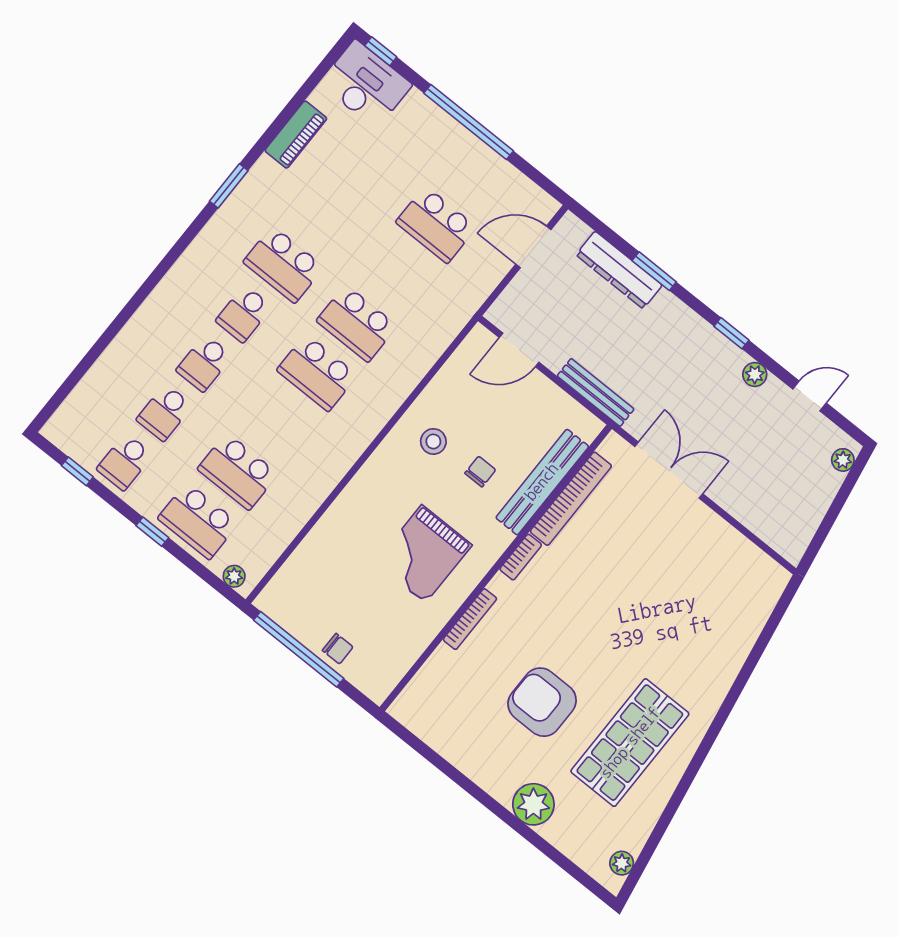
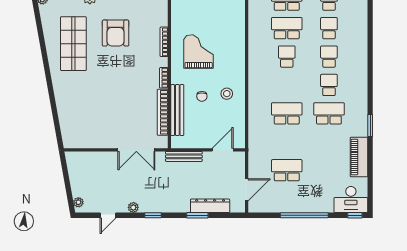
piano: (296, 135) -> (359, 157), width x1.37, depth x1.33
school desk: (317, 373) -> (287, 57), moved, width x0.54
armchair: (542, 702) -> (116, 33), turned 90

